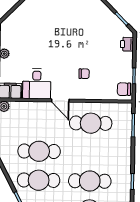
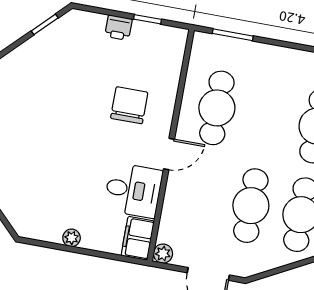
printer: (127, 44) -> (118, 28), moved
chair: (84, 74) -> (129, 105), width x1.87, depth x1.87
chair: (124, 89) -> (168, 40), removed

